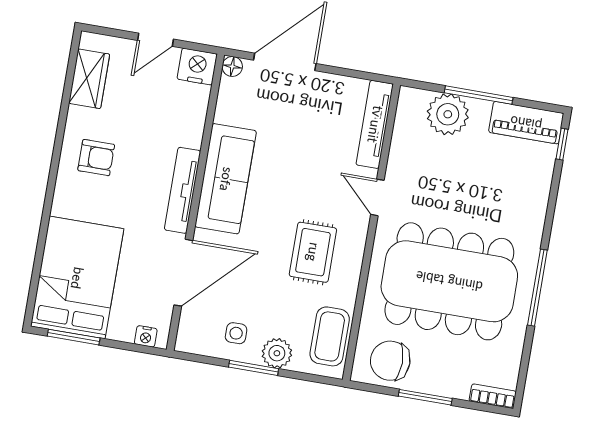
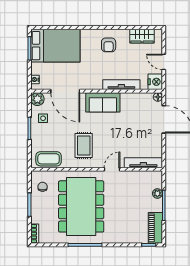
plant: (448, 114) -> (157, 193), width x0.53, depth x0.53
sofa: (226, 179) -> (103, 102), width x0.73
tv unit: (182, 190) -> (121, 85), moved
rug: (313, 252) -> (84, 145), turned 90
plant: (277, 353) -> (37, 99), moved
chair: (390, 361) -> (43, 187), width x0.54, depth x0.54

